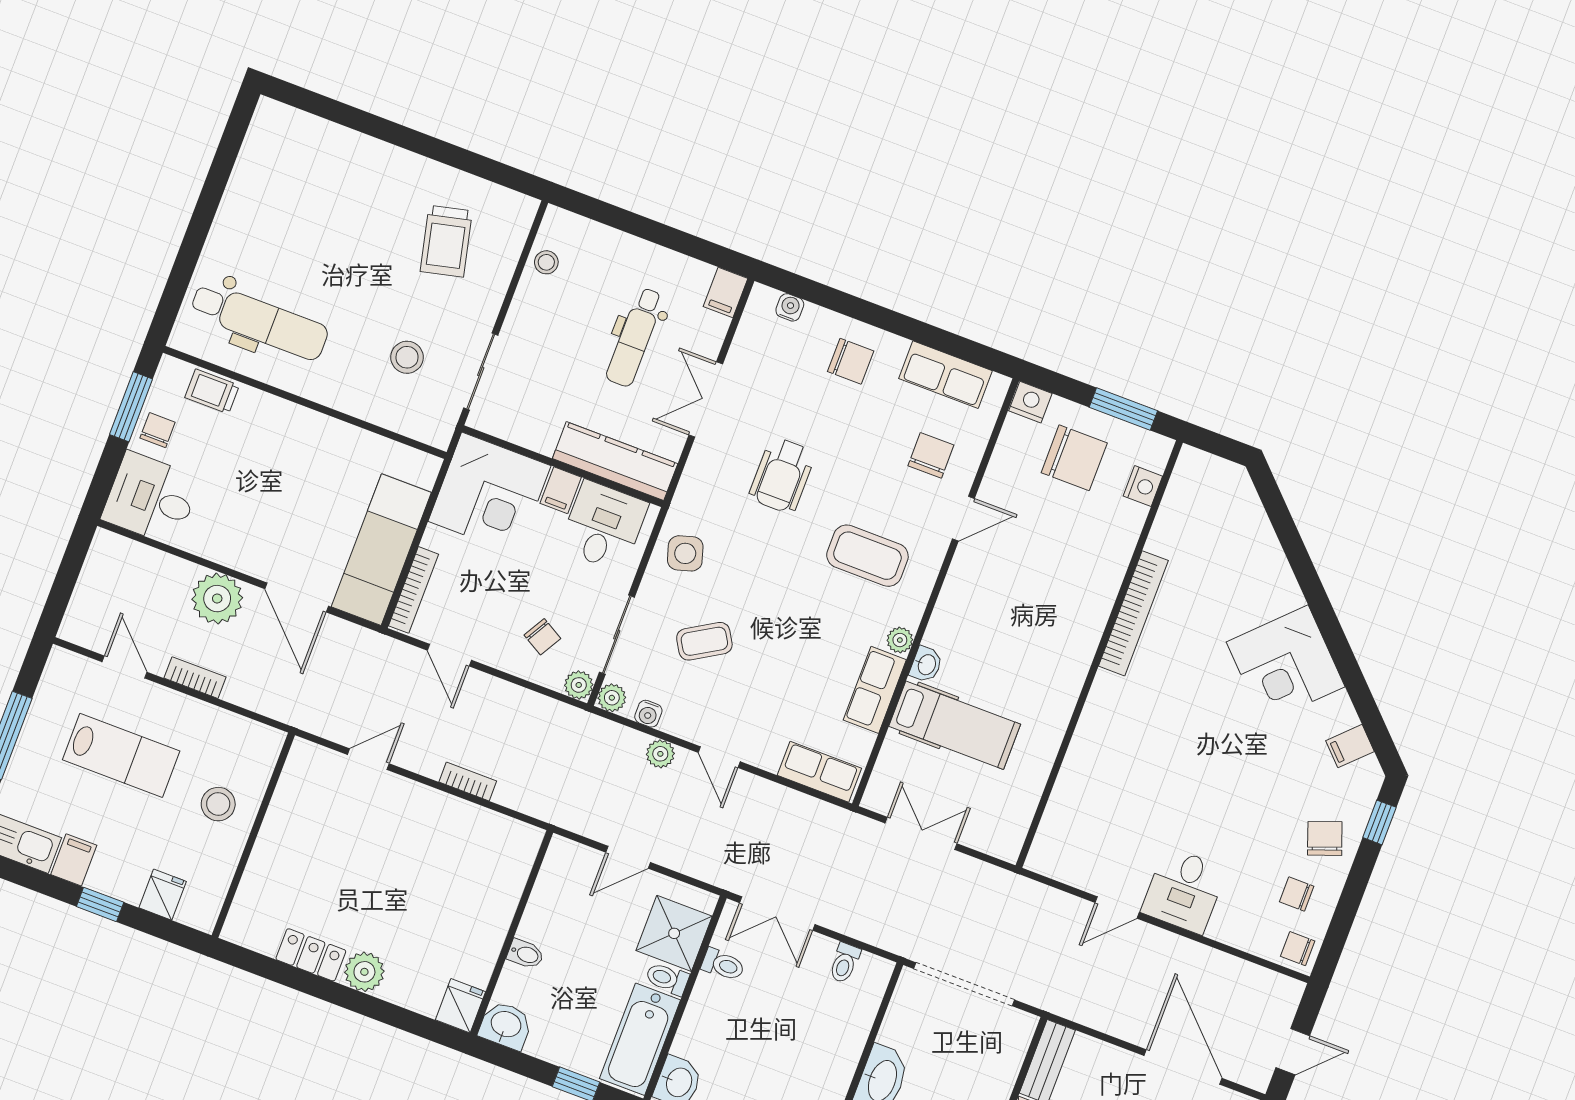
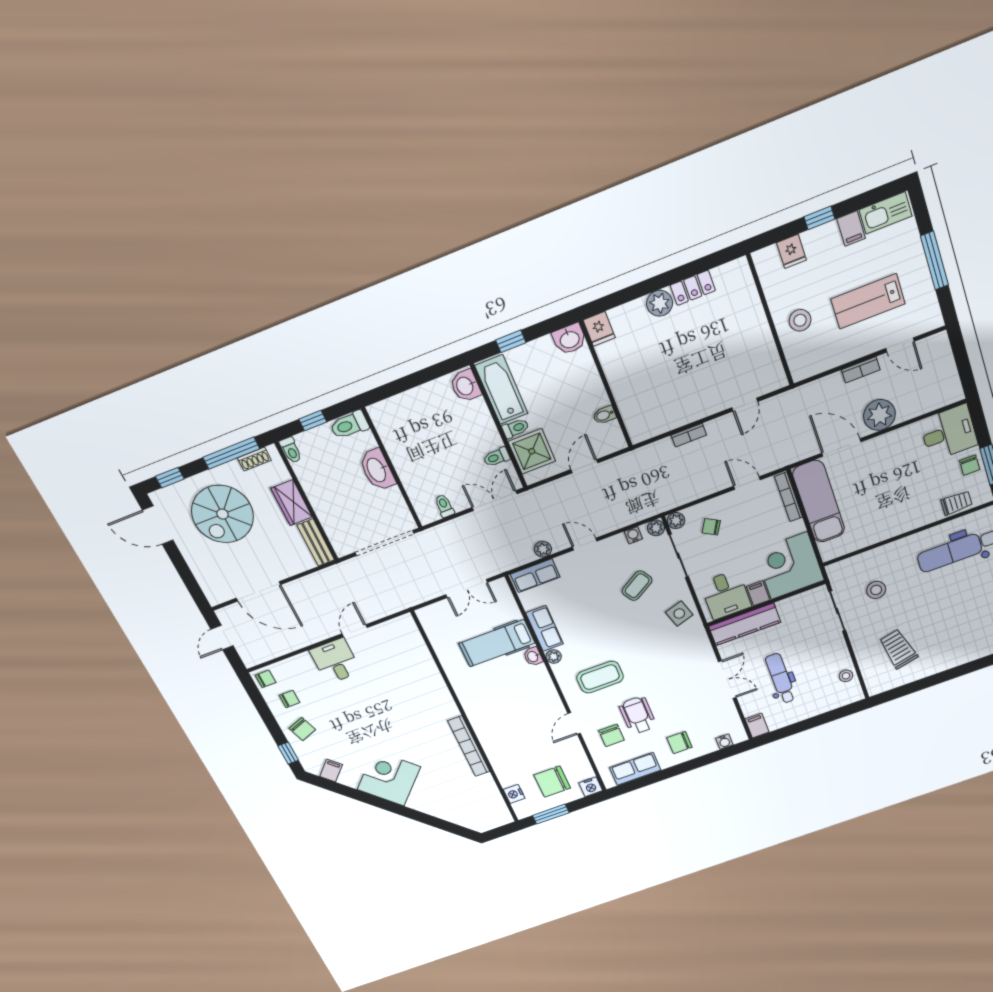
wheelchair: (782, 475) -> (638, 715), moved
plant: (660, 754) -> (543, 549), moved
bidet: (525, 954) -> (604, 415), moved

